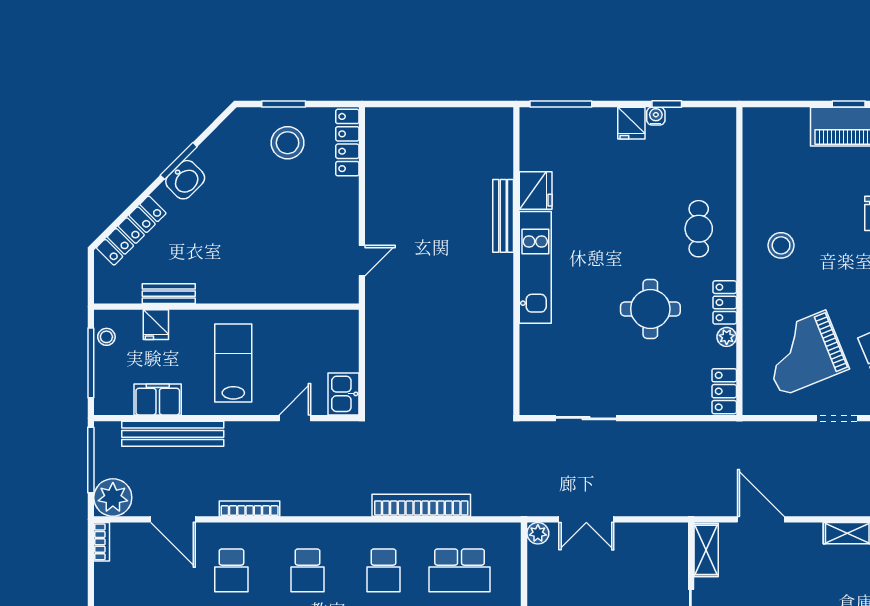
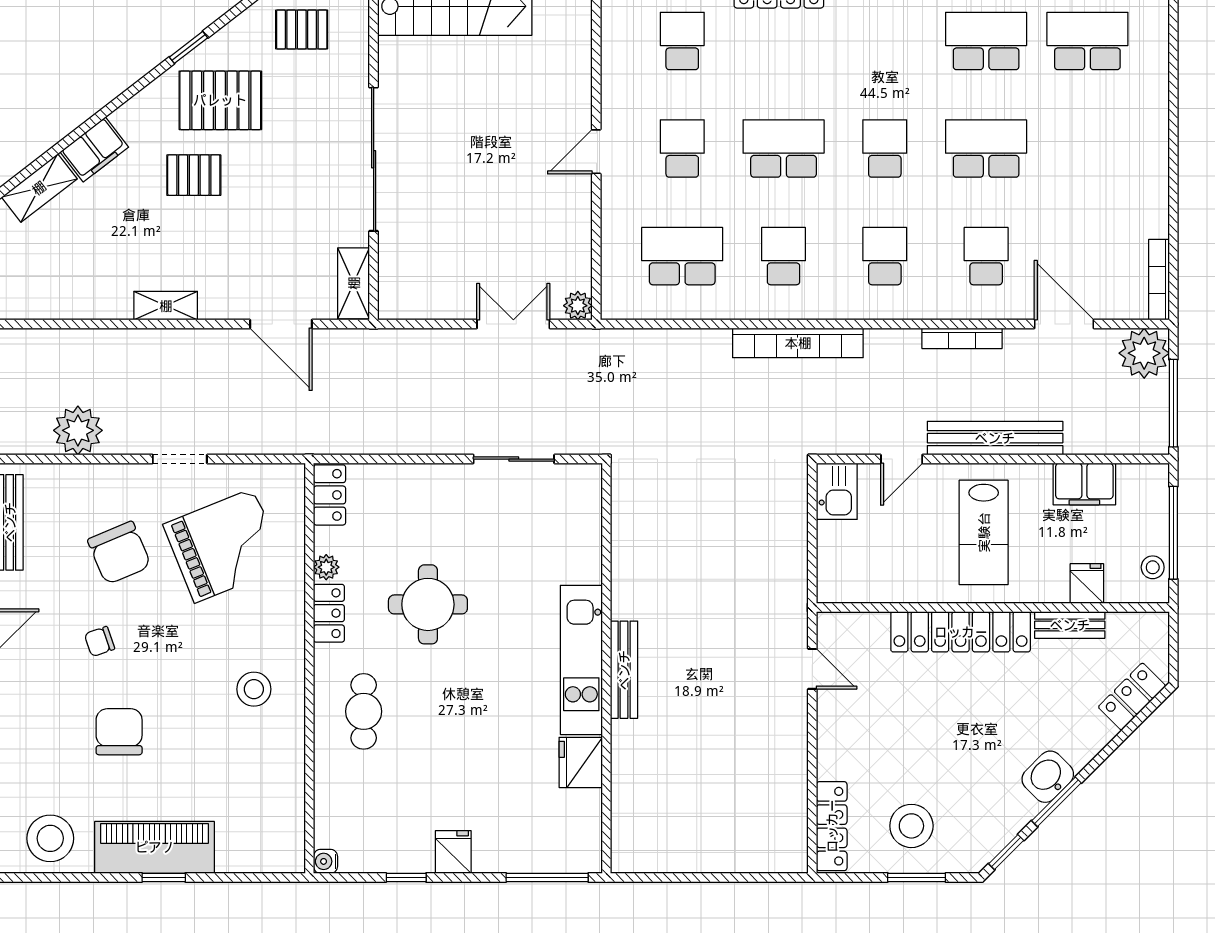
water cooler: (656, 116) -> (326, 861), moved, turned 90
window: (216, 123) -> (1006, 852), added
bench: (503, 216) -> (624, 670), moved
locker: (131, 230) -> (1132, 697), width x0.66
door: (362, 261) -> (812, 669), swing flipped
locker: (251, 288) -> (961, 632), added
bench: (173, 434) -> (995, 438), moved
bookcase: (421, 505) -> (798, 343), moved
bookcase: (102, 542) -> (1159, 280), width x1.56

